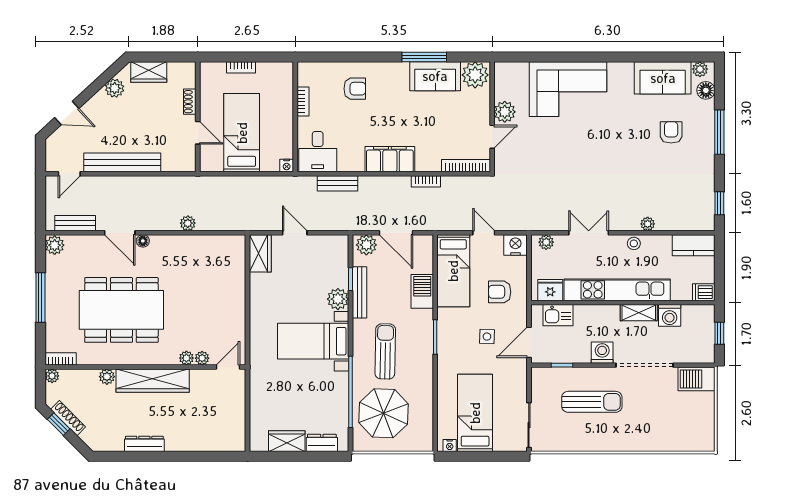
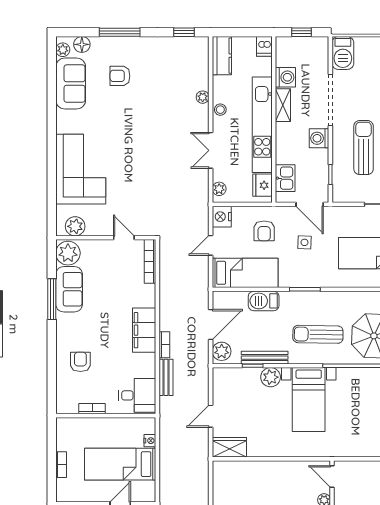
plant: (505, 112) -> (75, 226), moved
nightstand: (287, 166) -> (150, 441), moved
bookcase: (426, 181) -> (164, 345), moved

